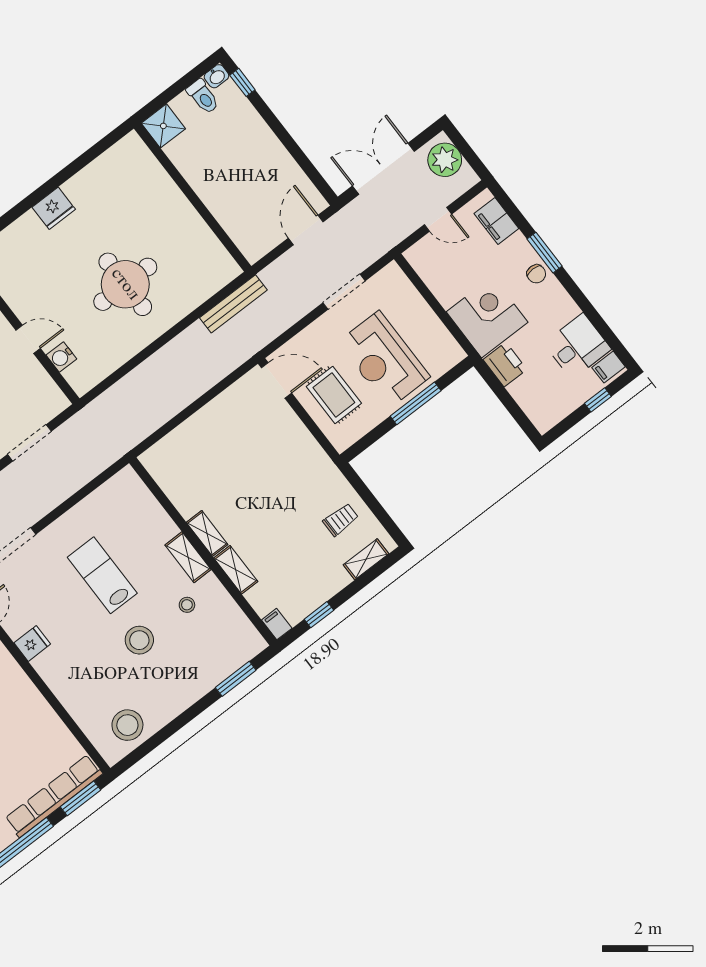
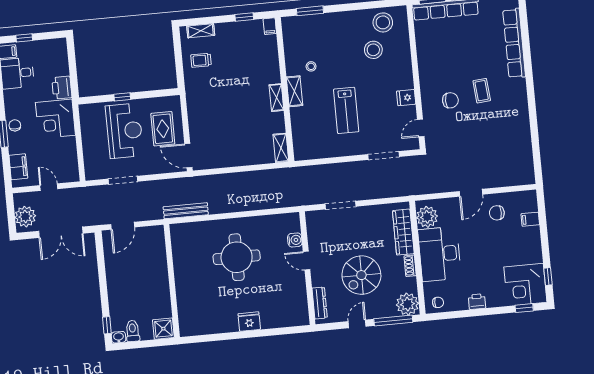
window: (416, 403) -> (122, 97), width x0.46
shelving: (236, 570) -> (281, 148), moved
stool: (139, 640) -> (373, 50), moved

